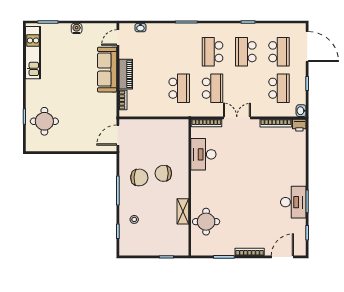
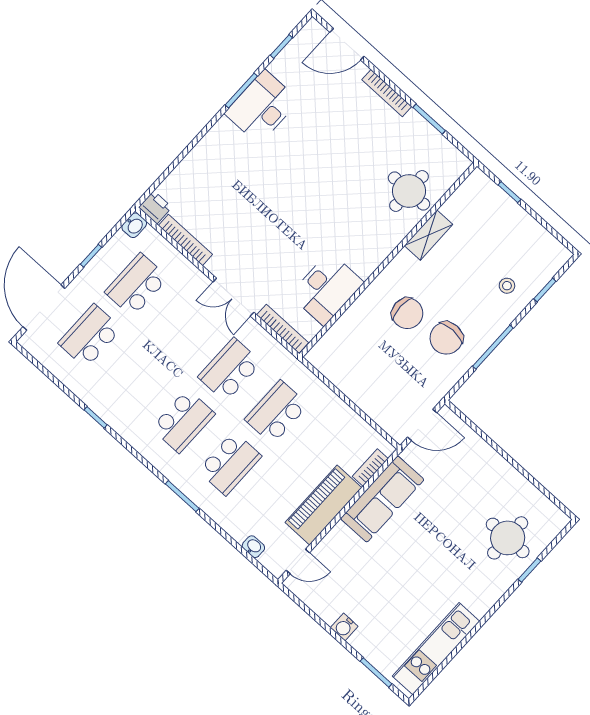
school desk: (246, 52) -> (230, 463), moved
sofa: (107, 70) -> (382, 499), moved
piano: (126, 74) -> (323, 505), width x1.37, depth x1.33
chair: (139, 177) -> (446, 338), turned -93

